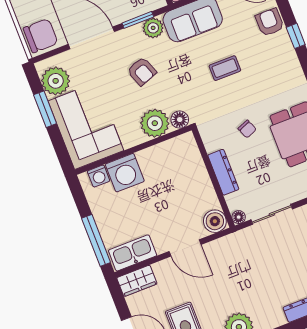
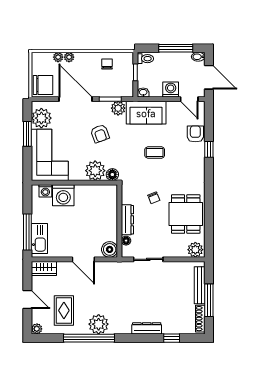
floor lamp: (239, 217) -> (126, 241), moved
kitchen sink: (133, 253) -> (39, 238), moved, turned 90

